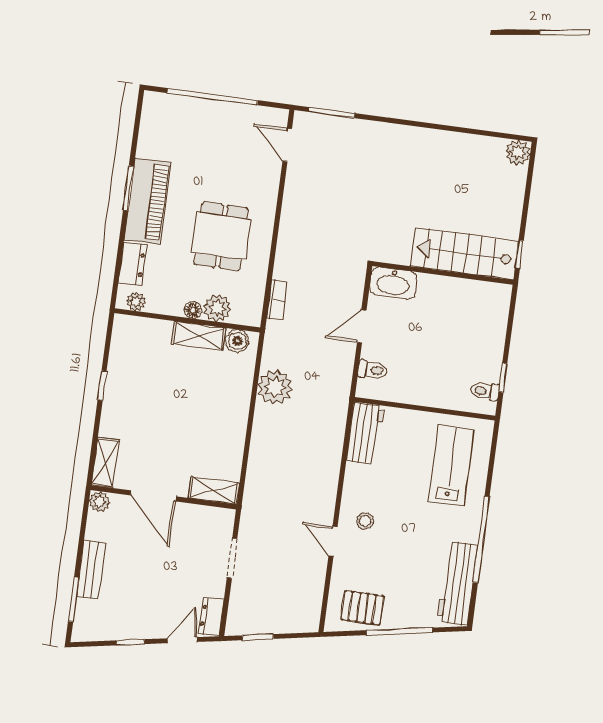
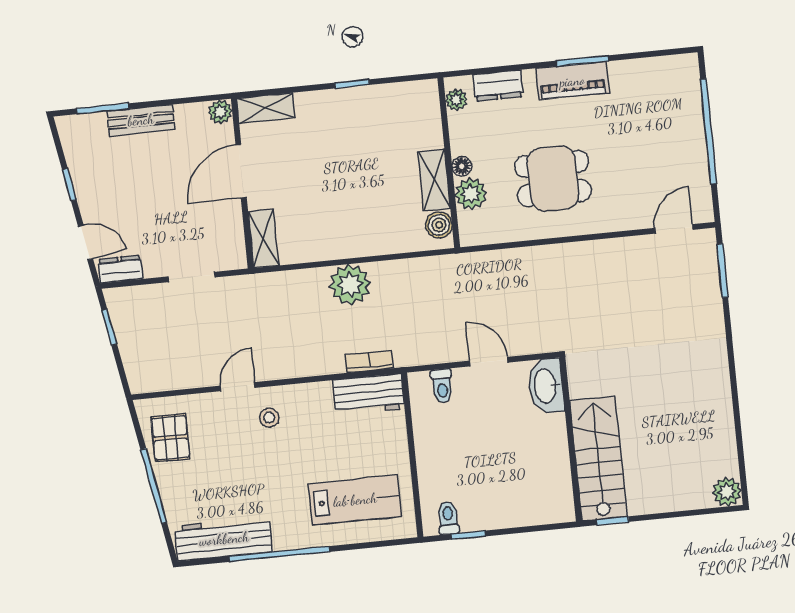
piano: (147, 201) -> (572, 81), width x0.73, depth x0.75
bookcase: (277, 300) -> (369, 361), moved, turned 180
plant: (275, 387) -> (350, 285), moved

